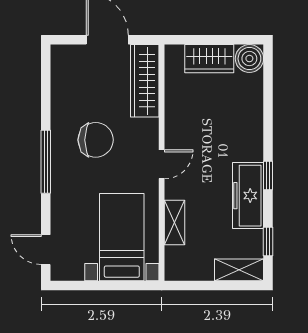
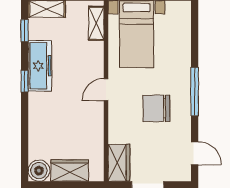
wardrobe: (145, 81) -> (119, 163), width x0.67
shelving: (174, 223) -> (96, 23), moved
door: (46, 250) -> (195, 153), moved

